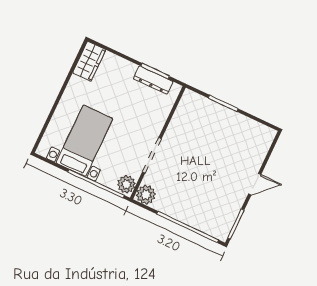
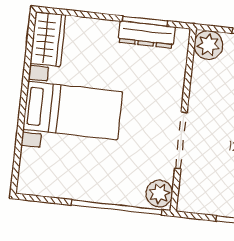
bed with nightstands: (84, 141) -> (73, 111), moved, turned 90
plant: (146, 195) -> (208, 45), moved

